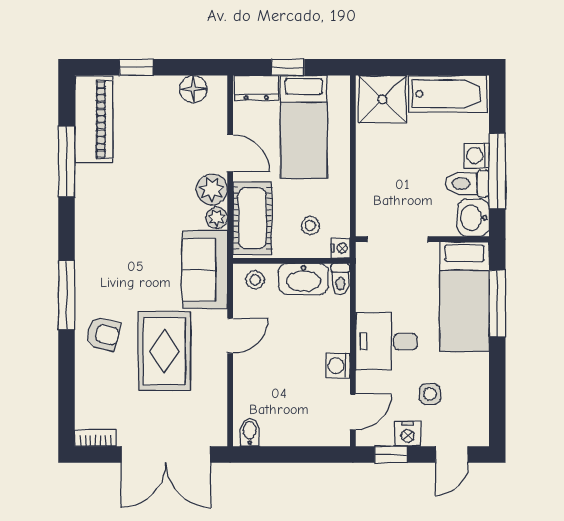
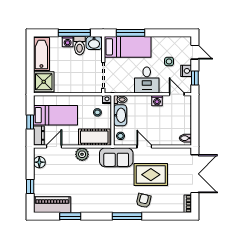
door: (230, 153) -> (54, 147), moved
window: (67, 162) -> (70, 216), width x0.69
plant: (217, 218) -> (94, 152), removed

